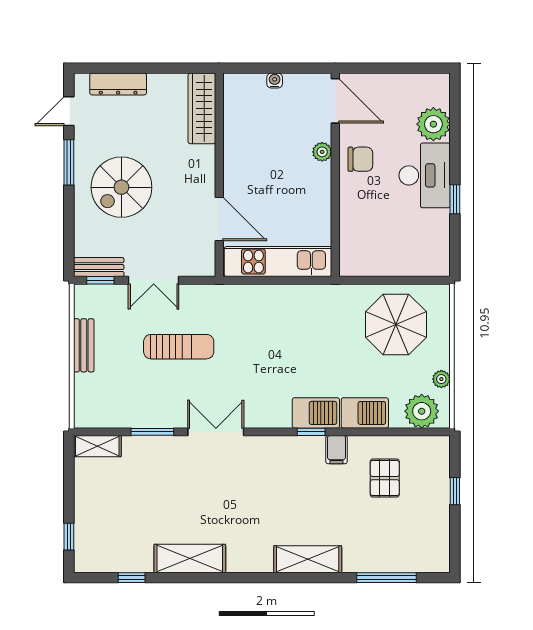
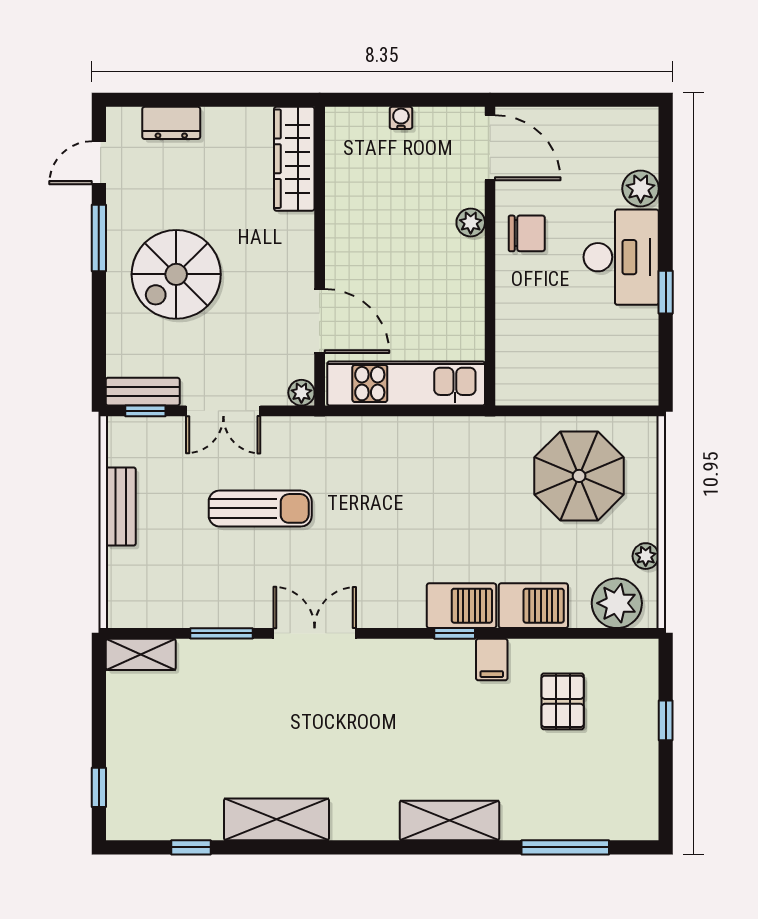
dresser: (118, 84) -> (171, 123), width x0.70
plant: (433, 124) -> (641, 189), width x0.73, depth x0.73
plant: (207, 268) -> (301, 393), added

